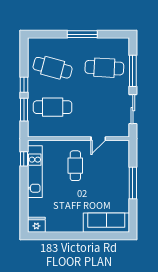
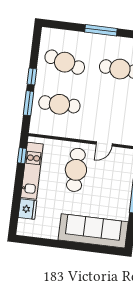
cafe table: (75, 166) -> (76, 170), width x1.37, depth x1.35
sofa: (106, 223) -> (93, 231), width x1.36, depth x1.27
fridge: (36, 225) -> (27, 209), moved, turned 90

